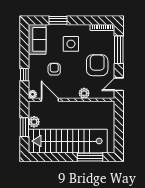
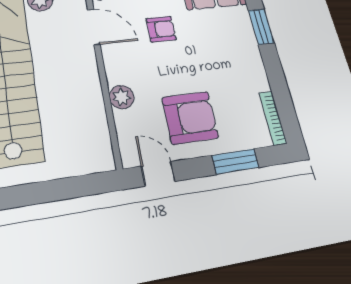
side table: (71, 44) -> (221, 57), removed
window: (119, 50) -> (235, 161), width x0.69
door: (50, 100) -> (94, 27), hinge flipped

